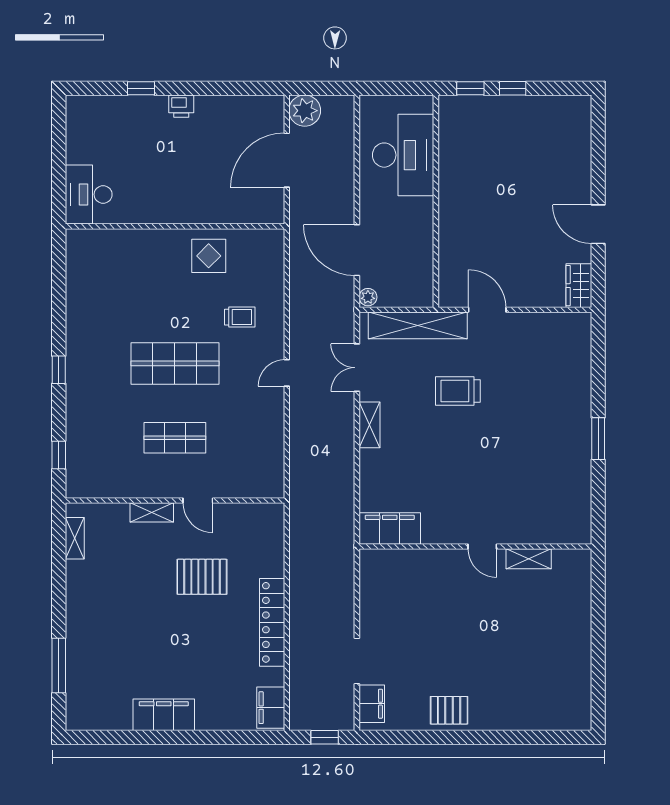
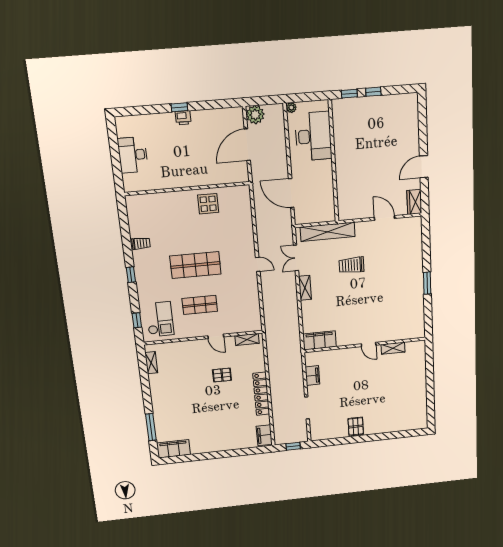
window: (141, 88) -> (179, 107), moved
desk: (89, 194) -> (133, 155), moved
door: (598, 224) -> (424, 167), hinge flipped
plant: (368, 297) -> (291, 108), moved
door: (487, 310) -> (384, 218), moved
trolley: (240, 317) -> (141, 243), moved
door: (287, 373) -> (258, 264), swing flipped
checkout: (100, 457) -> (160, 319), added
shelving: (152, 512) -> (247, 339), moved
pallet: (202, 577) -> (222, 375), width x0.67, depth x0.71
filing cabinet: (372, 704) -> (312, 376), moved
pallet: (449, 710) -> (356, 426), turned 90
filing cabinet: (164, 715) -> (174, 449), moved

